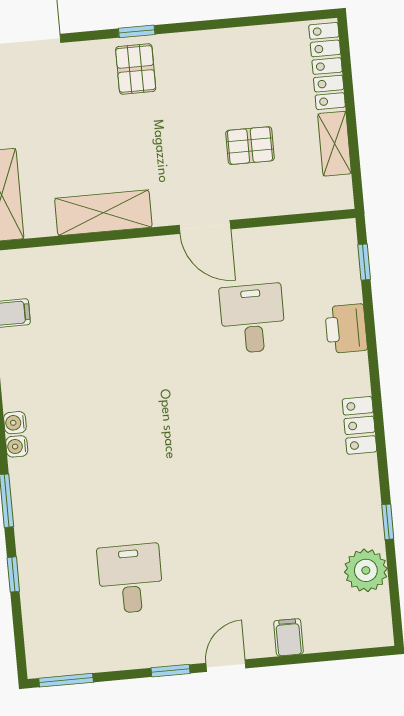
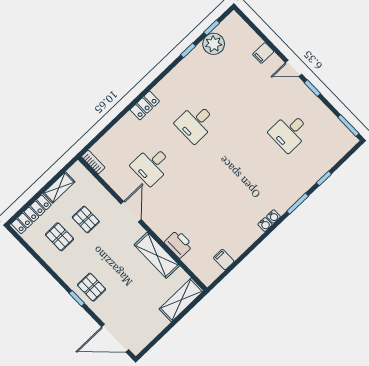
pallet: (136, 69) -> (92, 287), turned 90
pallet: (256, 82) -> (59, 237), added
bookcase: (332, 230) -> (93, 162), added
window: (364, 262) -> (212, 28), moved
printer: (346, 329) -> (179, 244), moved, turned -90
locker: (359, 425) -> (145, 105), moved
desk: (264, 442) -> (196, 123), added

